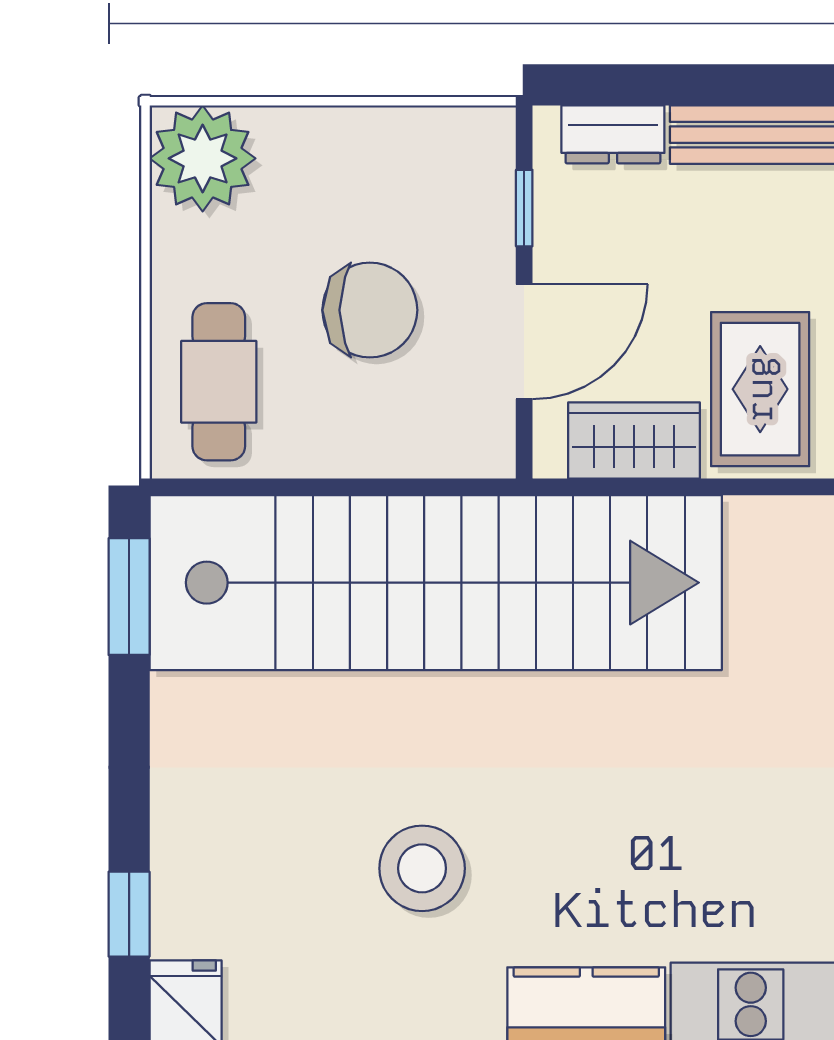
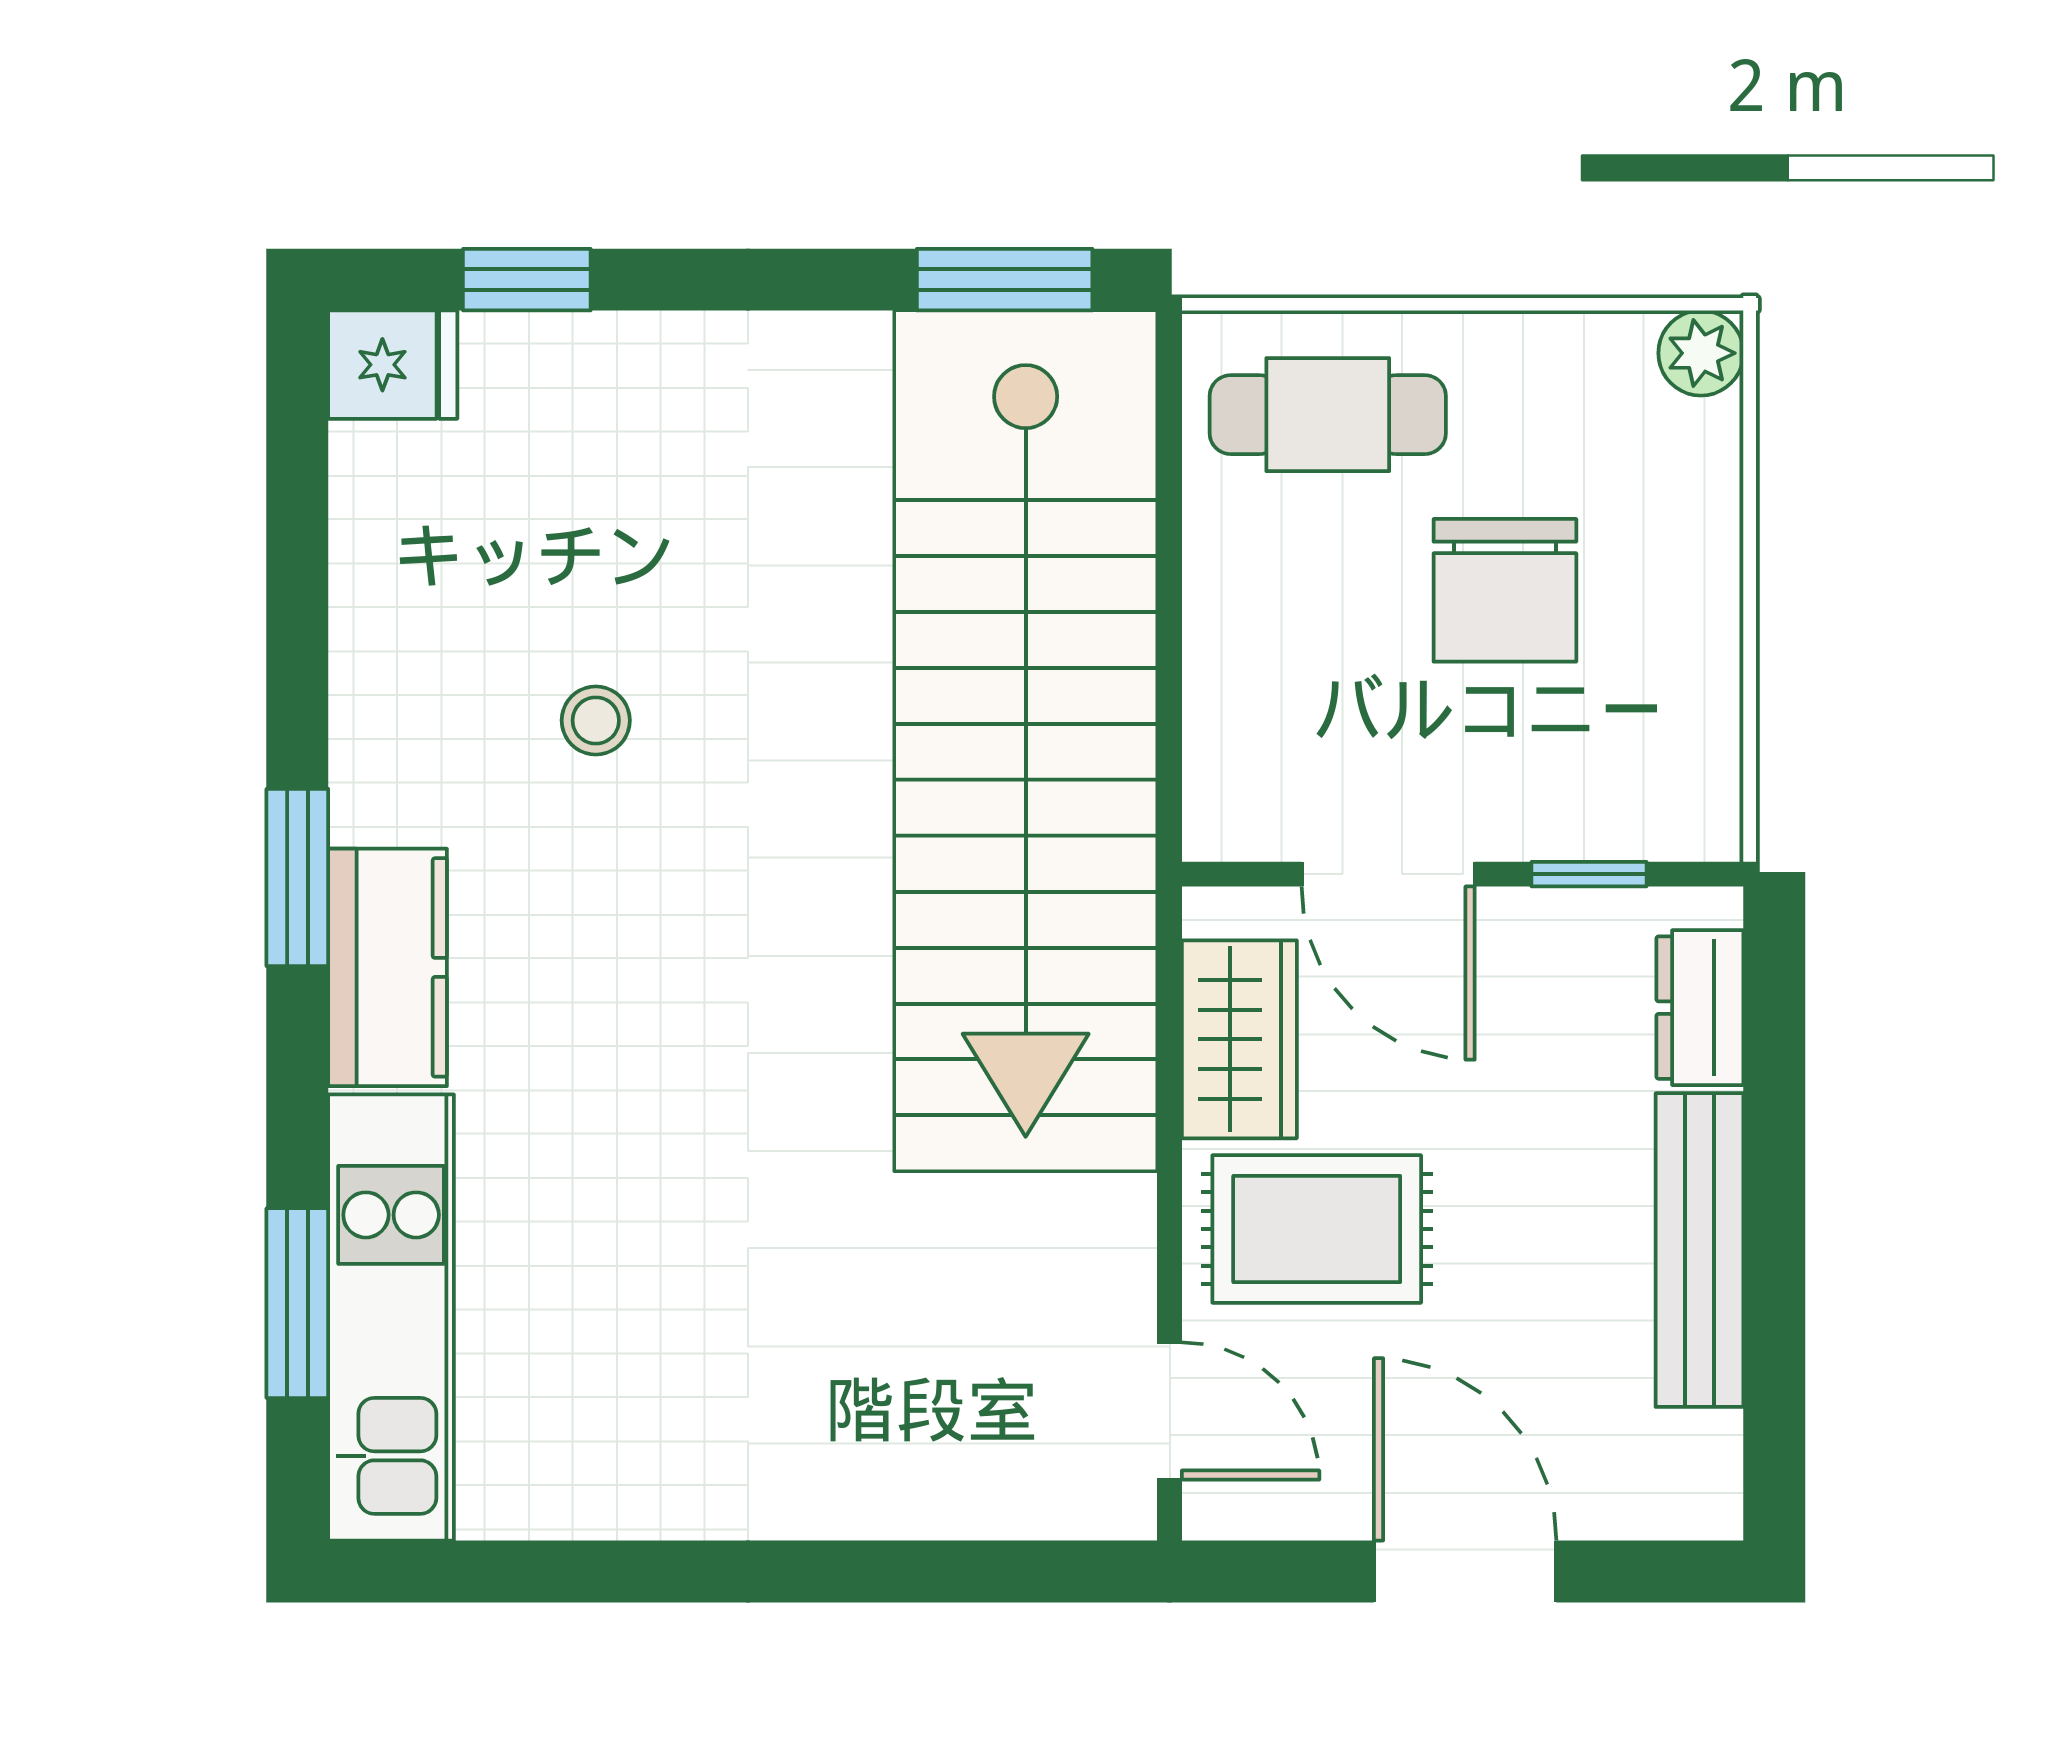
plant: (203, 158) -> (1701, 353), width x0.53, depth x0.53
chair: (370, 310) -> (1505, 590), moved
stool: (422, 868) -> (596, 720), width x0.53, depth x0.53

